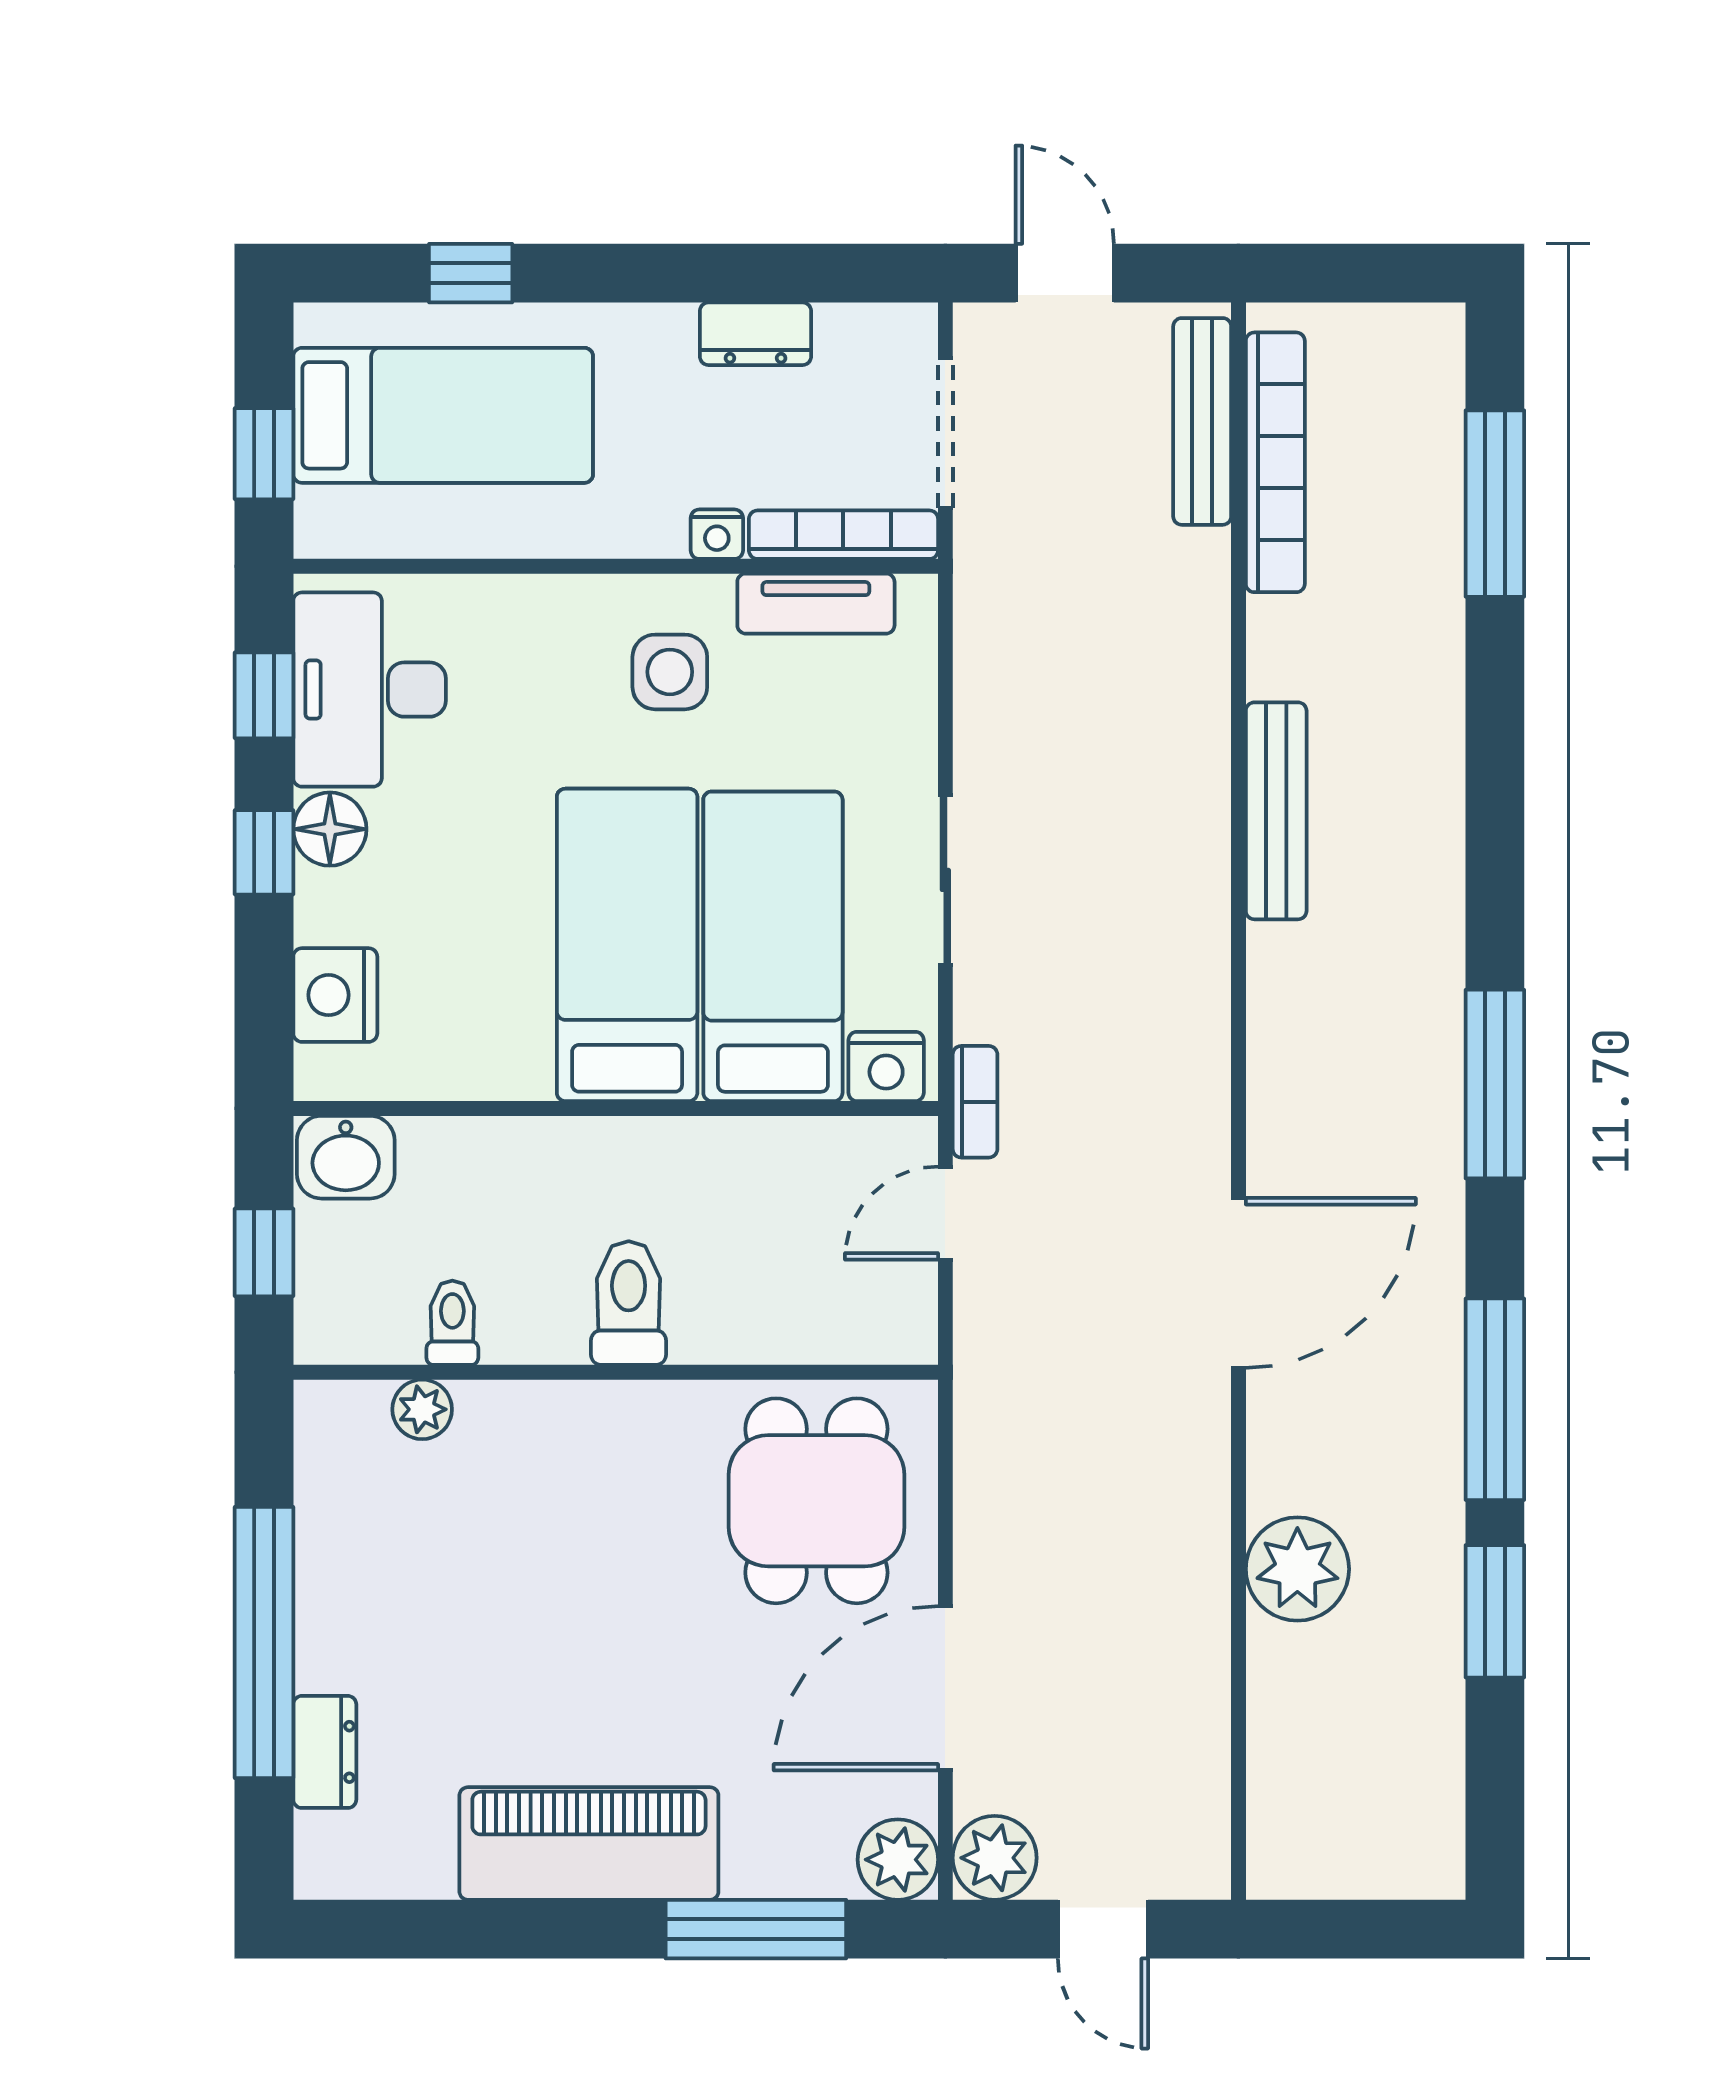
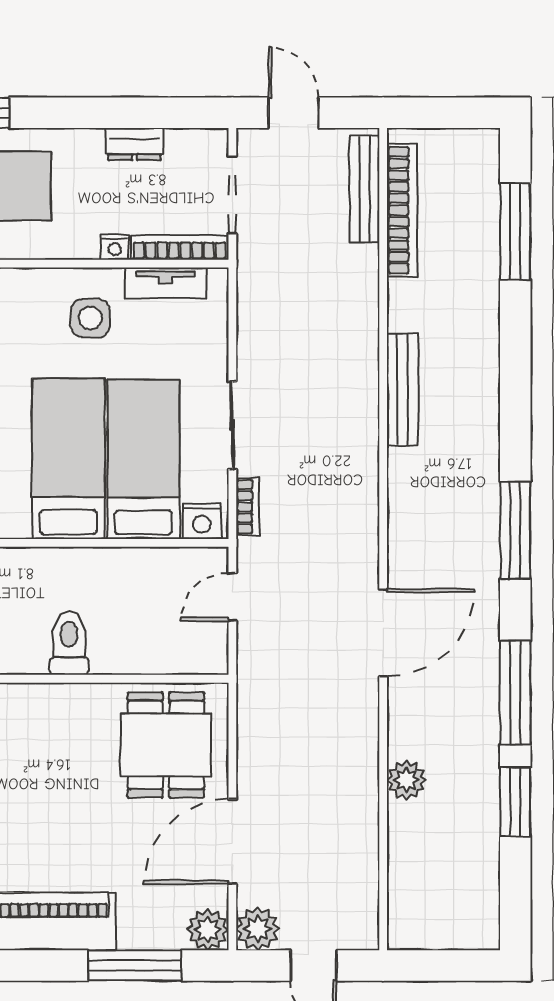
bookcase: (975, 1102) -> (248, 507), moved
plant: (1297, 1569) -> (406, 780), width x0.73, depth x0.73

